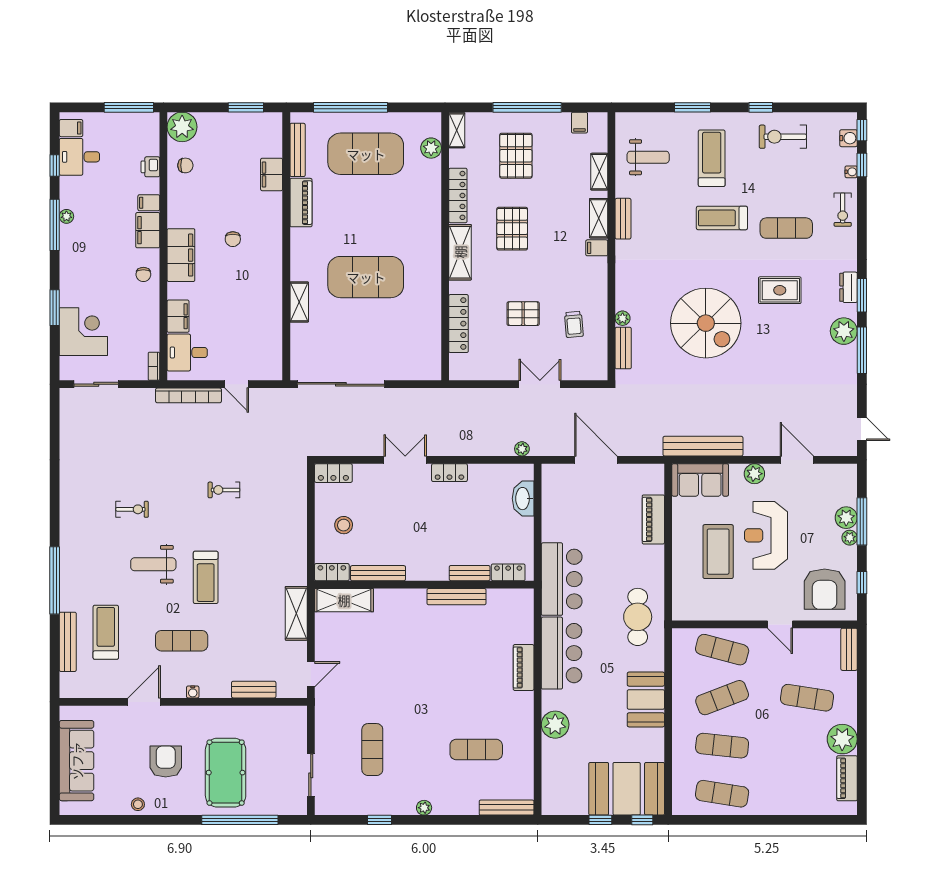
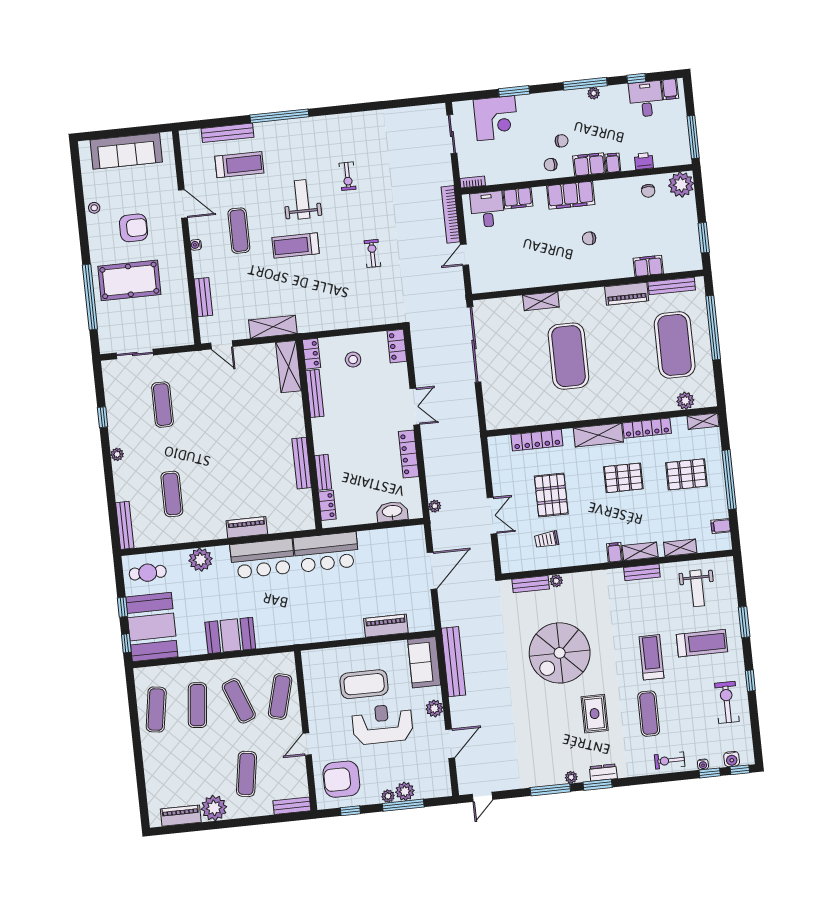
chair: (117, 259) -> (562, 141), added
pallet: (523, 314) -> (551, 495), width x1.50, depth x1.42
plant: (844, 331) -> (571, 777), width x0.53, depth x0.53
locker: (449, 473) -> (409, 454), width x1.53
cafe table: (638, 617) -> (148, 573), moved, width x0.73, depth x0.74
exercise mat: (372, 750) -> (163, 405), turned 90

